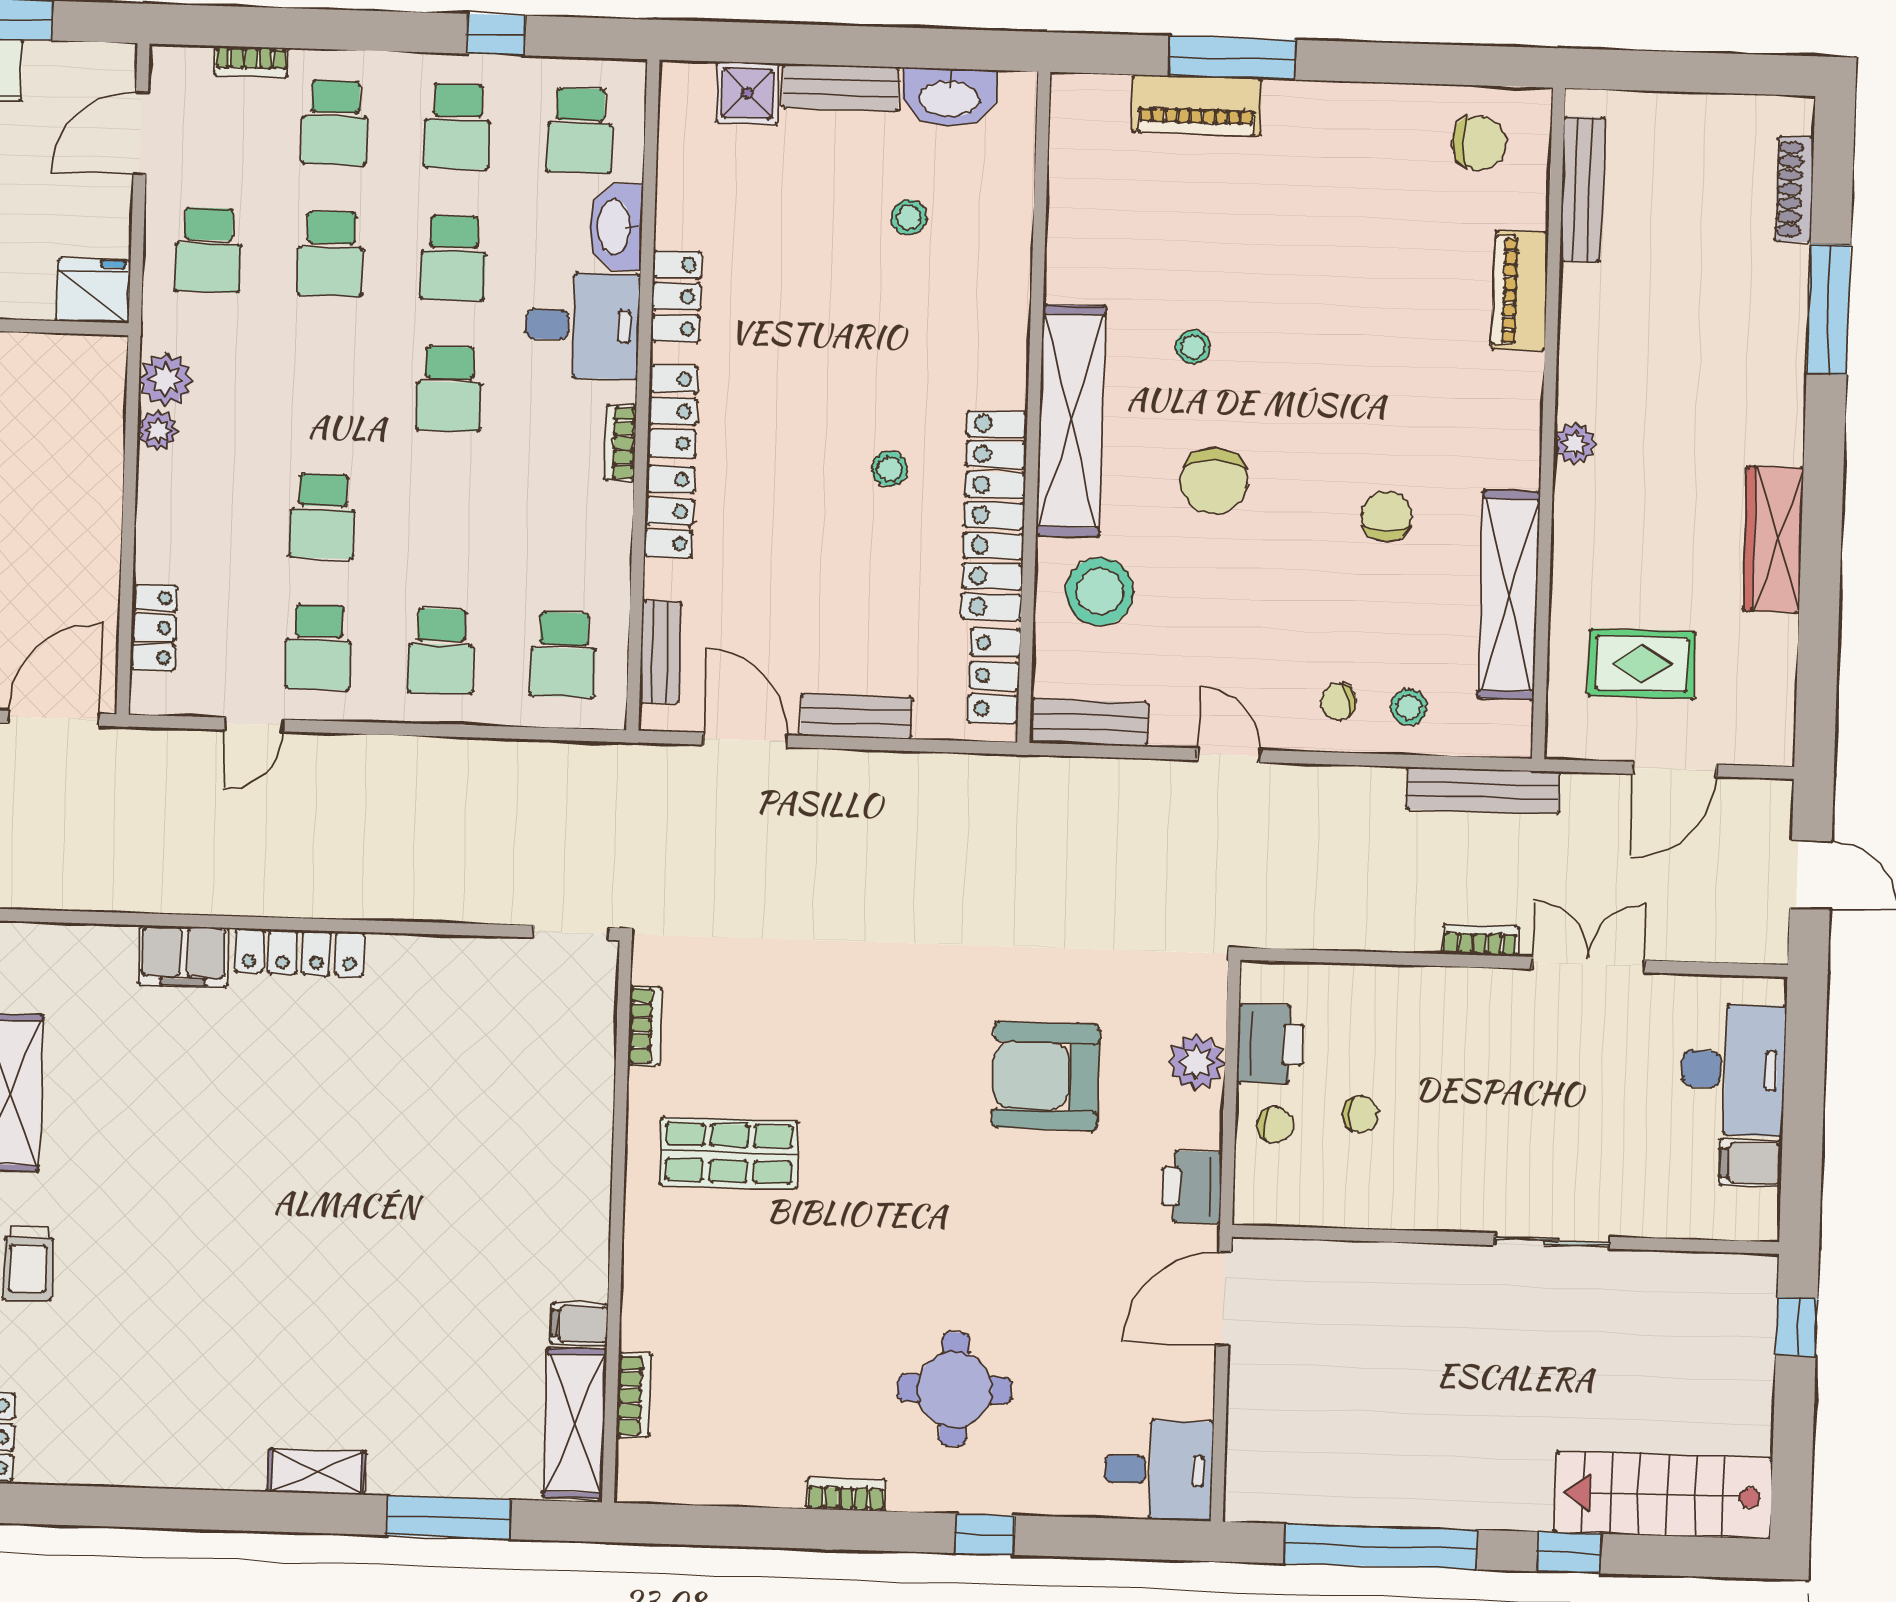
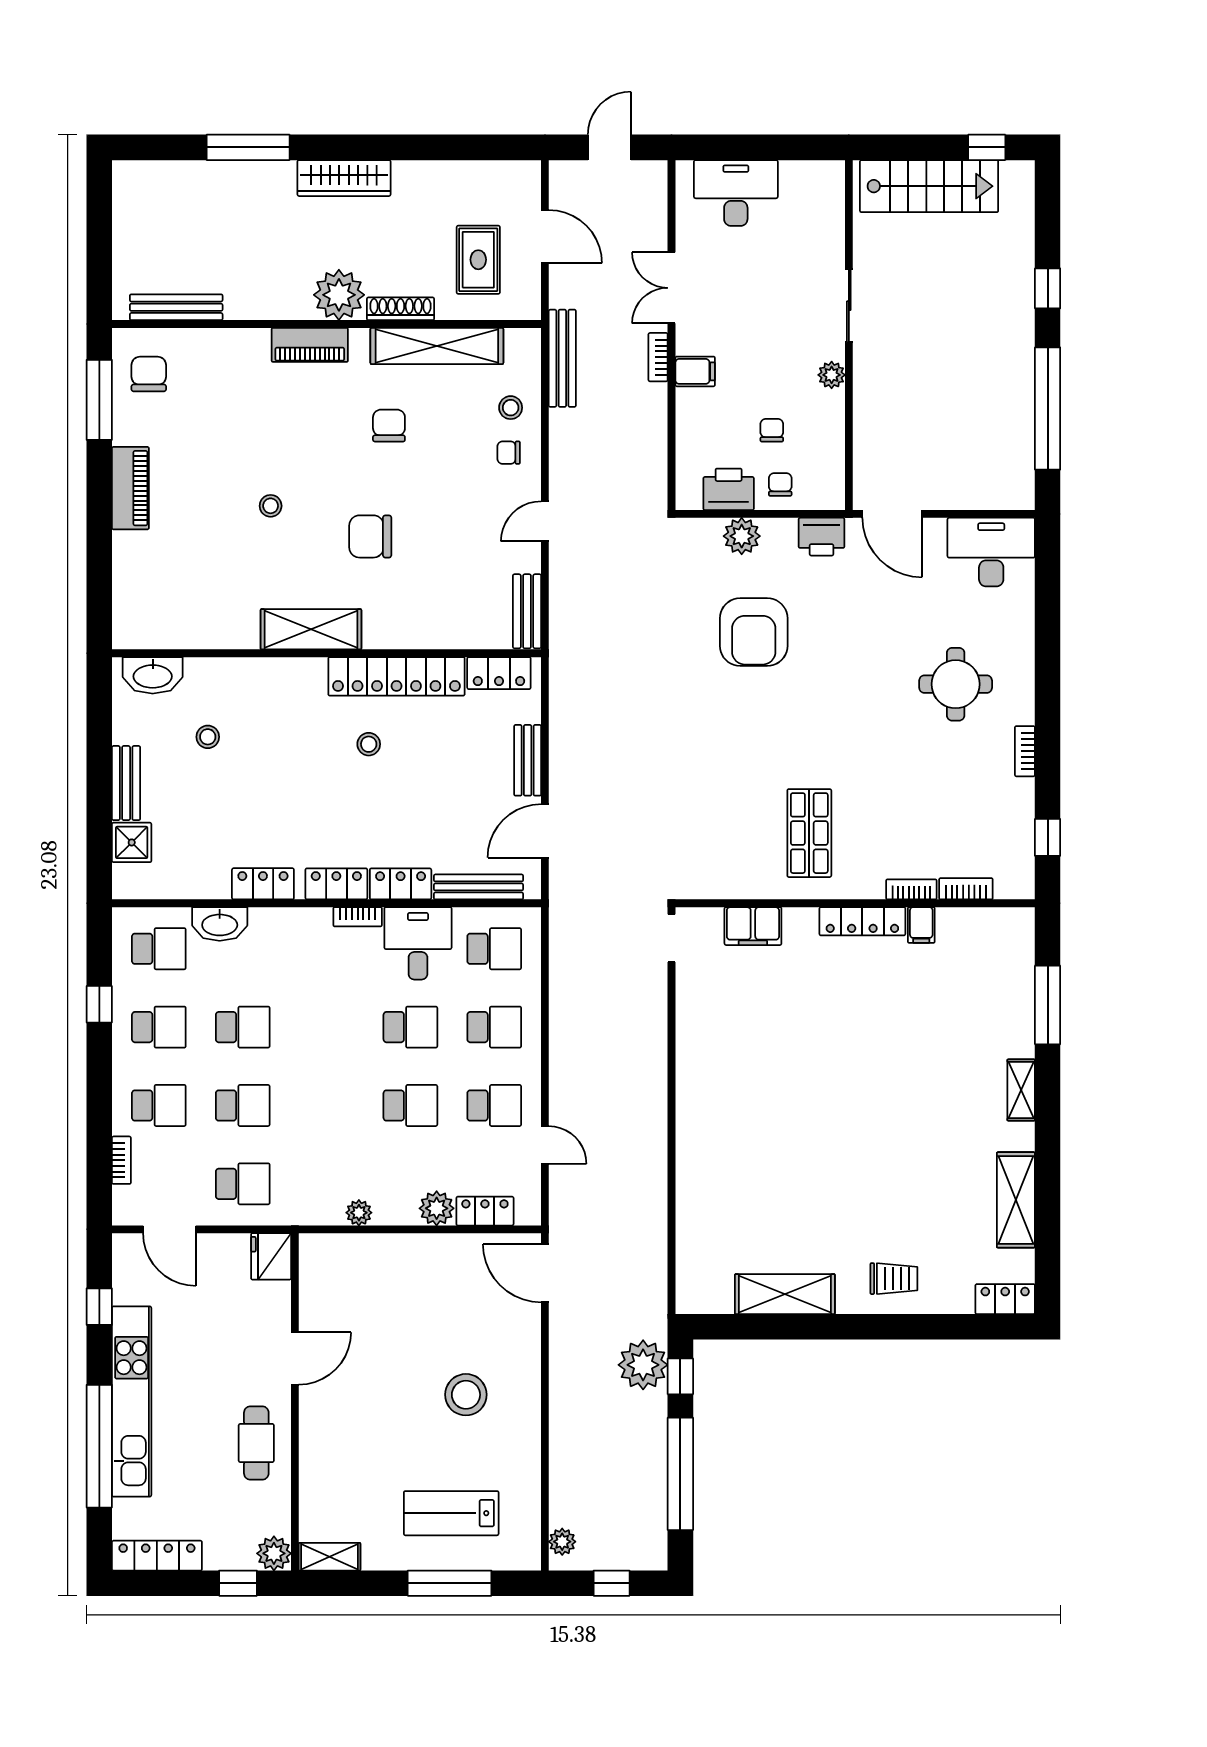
window: (1232, 58) -> (99, 400), moved
washbasin: (949, 97) -> (153, 675), moved, turned 90
piano: (1197, 105) -> (130, 488), moved
shoe rack: (1795, 189) -> (400, 309), moved, turned 180
piano: (1520, 291) -> (310, 345), moved
desk: (582, 326) -> (418, 943), moved
stool: (1193, 347) -> (271, 506), moved
plant: (166, 380) -> (437, 1208), moved
school desk: (449, 389) -> (410, 1027), moved
shelving: (1071, 421) -> (311, 629), width x0.68
plant: (1575, 444) -> (339, 295), width x1.88, depth x1.88
chair: (1214, 481) -> (370, 536), turned 180
chair: (1387, 516) -> (389, 426), turned 90
wardrobe: (1773, 539) -> (344, 178), moved
stool: (1100, 592) -> (443, 607), removed
bench: (660, 652) -> (478, 887), width x1.36
chair: (1339, 702) -> (509, 453), turned 106
locker: (300, 952) -> (862, 921), moved, turned 90
filing cabinet: (184, 956) -> (753, 926), moved, turned 90
bookcase: (645, 1026) -> (911, 889), moved
filing cabinet: (1751, 1163) -> (695, 371), moved, turned -90
plant: (1444, 1211) -> (832, 375), added
window: (1797, 1327) -> (987, 147), moved
shelving: (575, 1423) -> (1016, 1200), moved, turned 90
desk: (1159, 1470) -> (991, 552), width x1.37
stairs: (1663, 1495) -> (929, 186), moved, turned -90
window: (985, 1534) -> (1048, 837), moved

